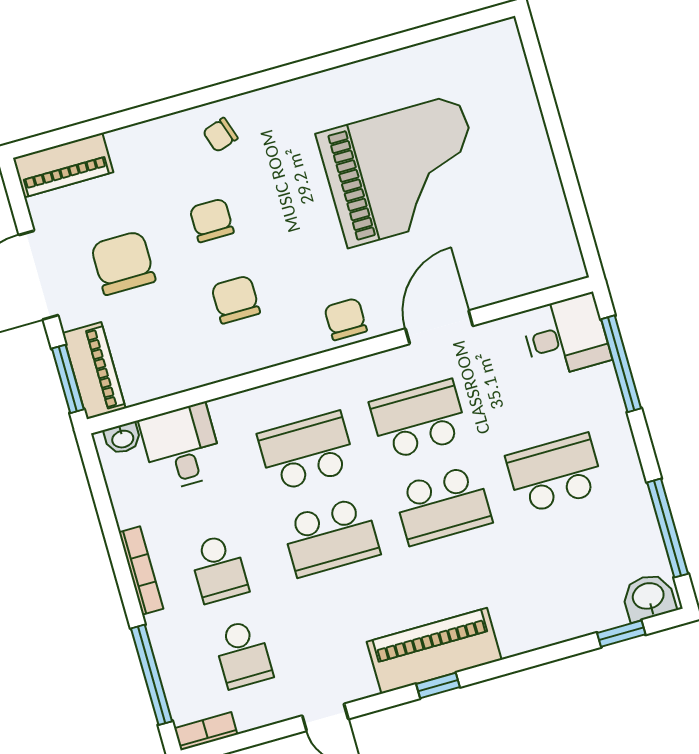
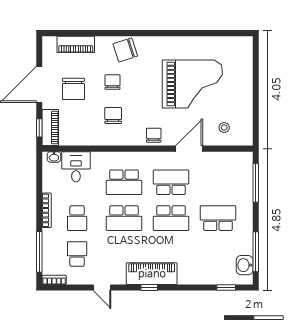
chair: (220, 135) -> (125, 50), width x1.87, depth x1.87
piano: (63, 165) -> (76, 44), moved
stool: (508, 253) -> (224, 127), added
chair: (123, 263) -> (73, 89), turned 180
desk: (566, 336) -> (237, 166), removed
window: (68, 379) -> (39, 128), width x0.67
school desk: (307, 451) -> (124, 182), turned 180
washbasin: (649, 597) -> (245, 265), moved, turned -90
school desk: (243, 654) -> (77, 254), turned 180

